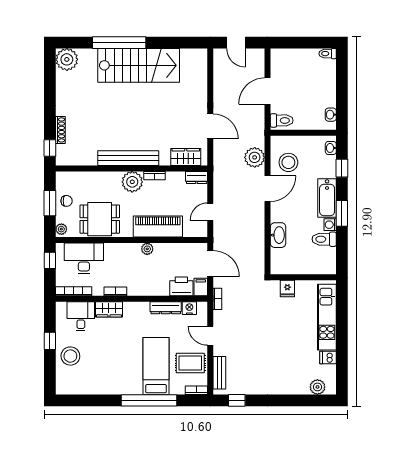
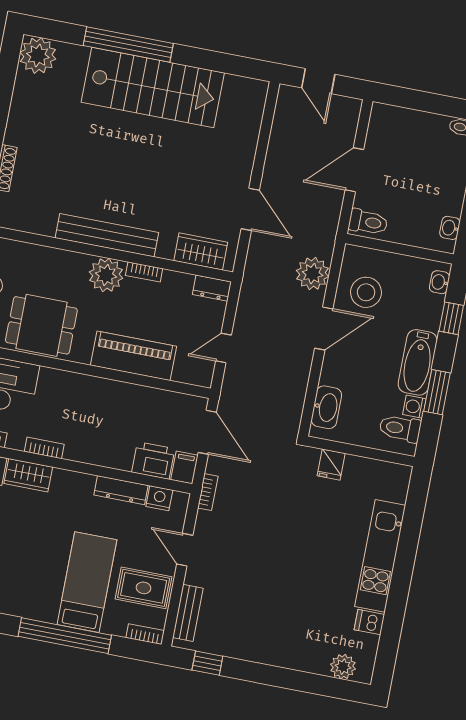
plant: (147, 249) -> (109, 389), removed
wall: (303, 277) -> (360, 451), moved
fridge: (287, 289) -> (331, 465), moved

